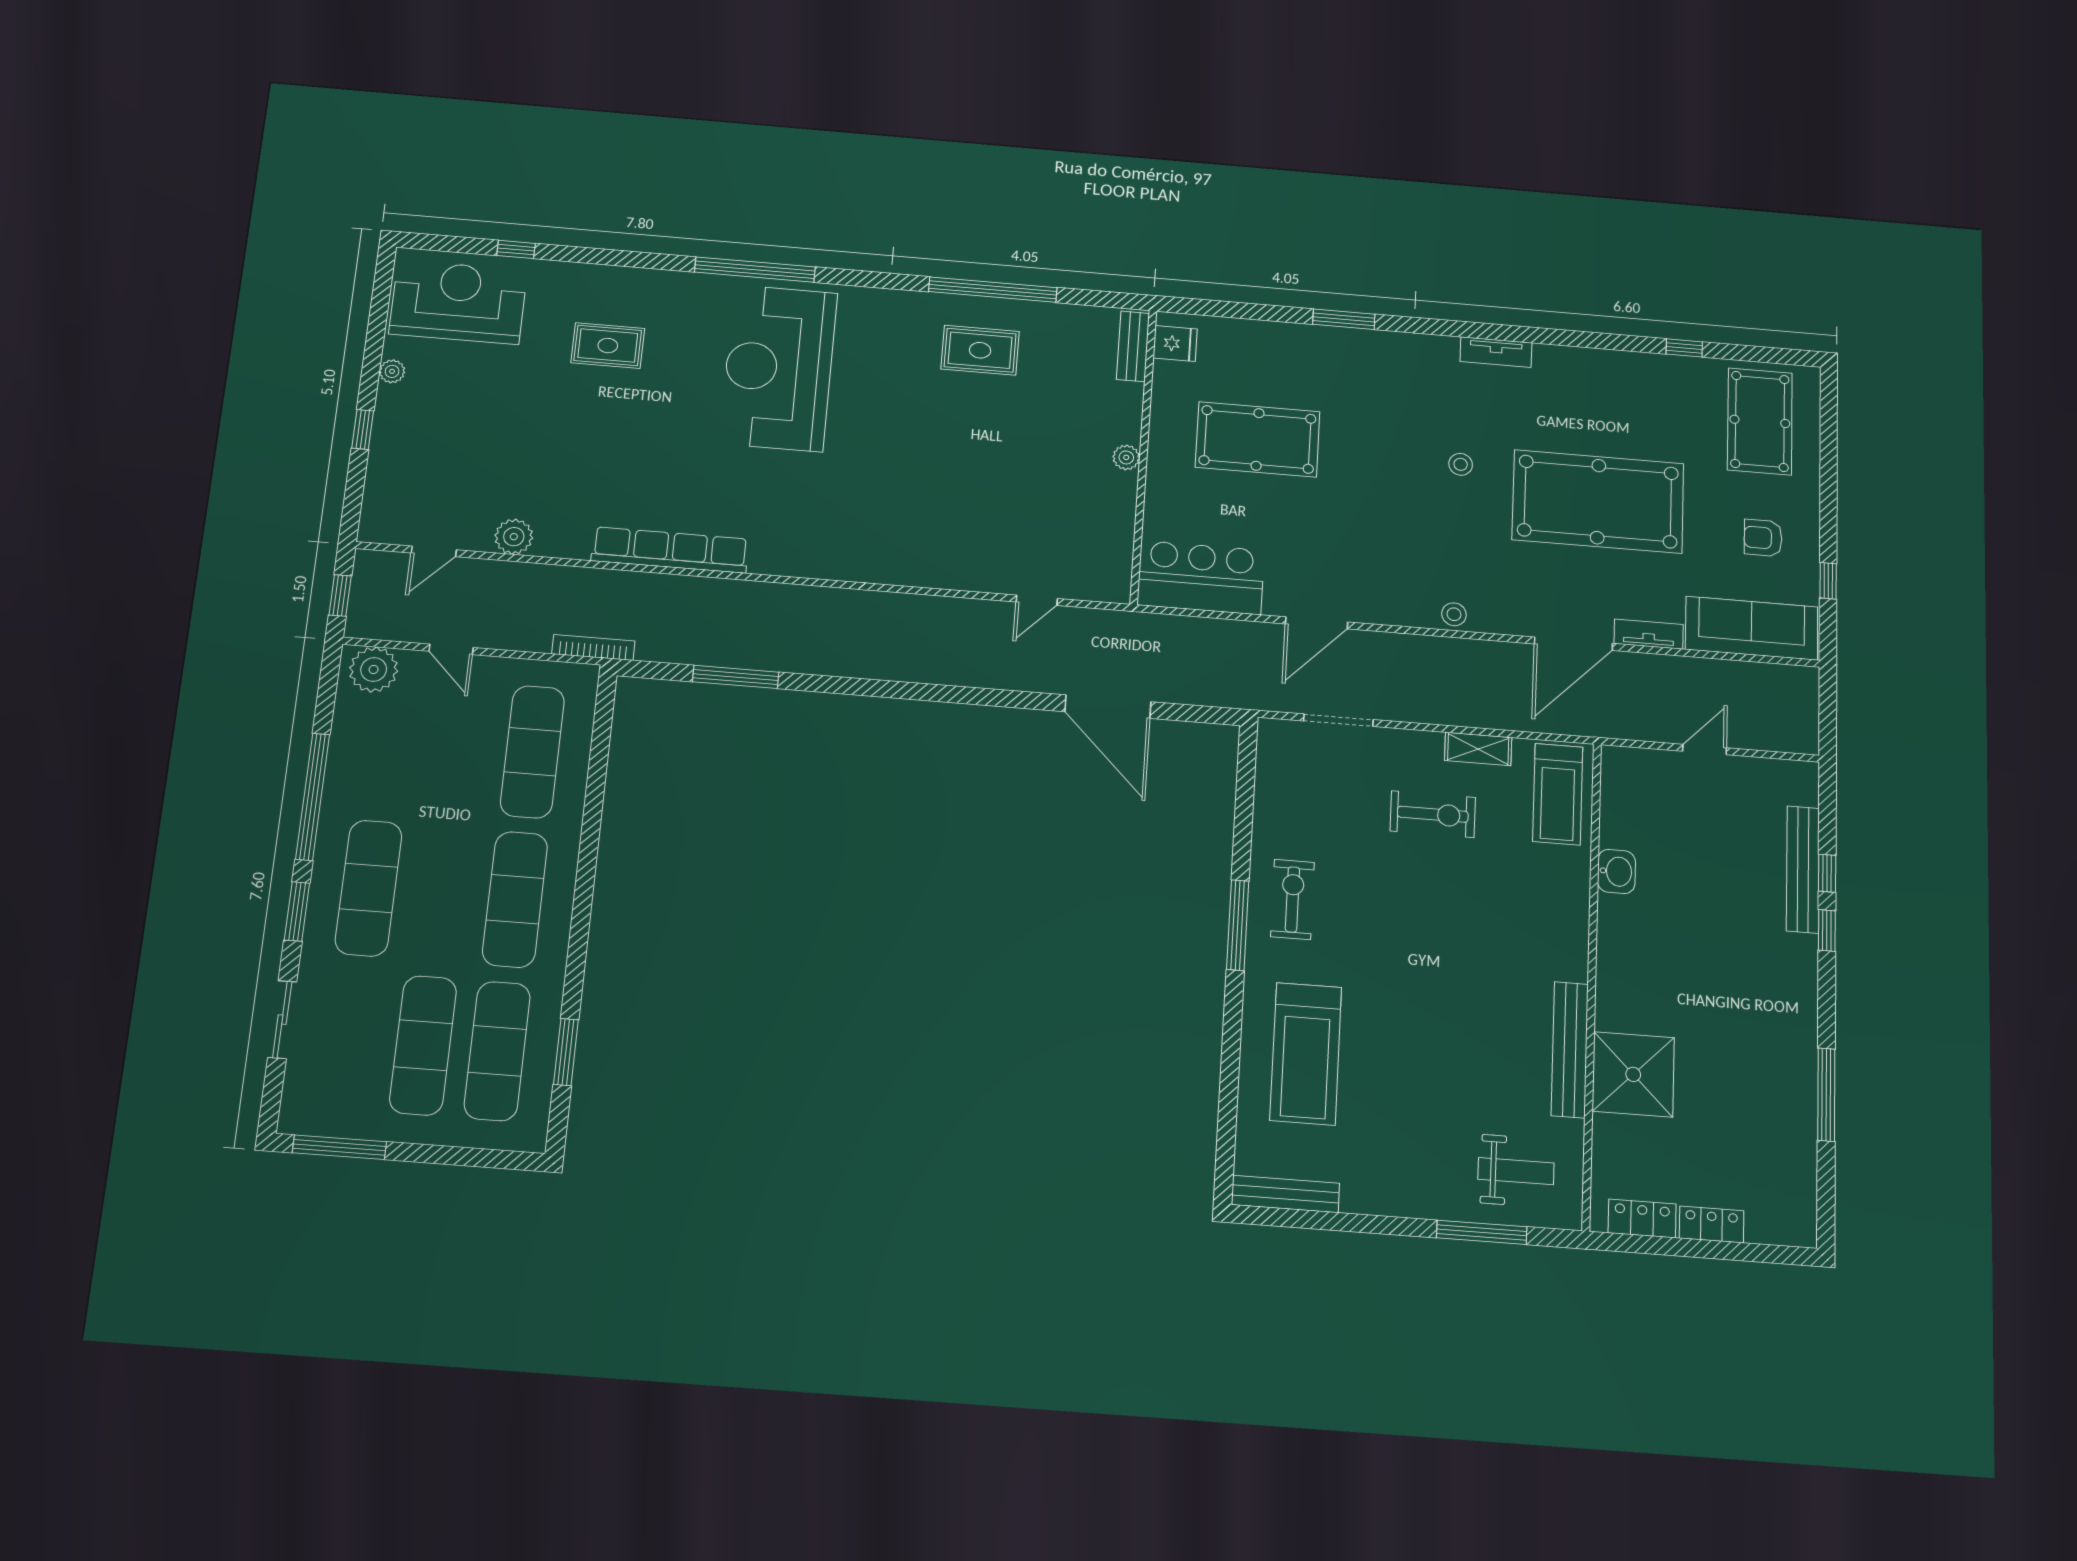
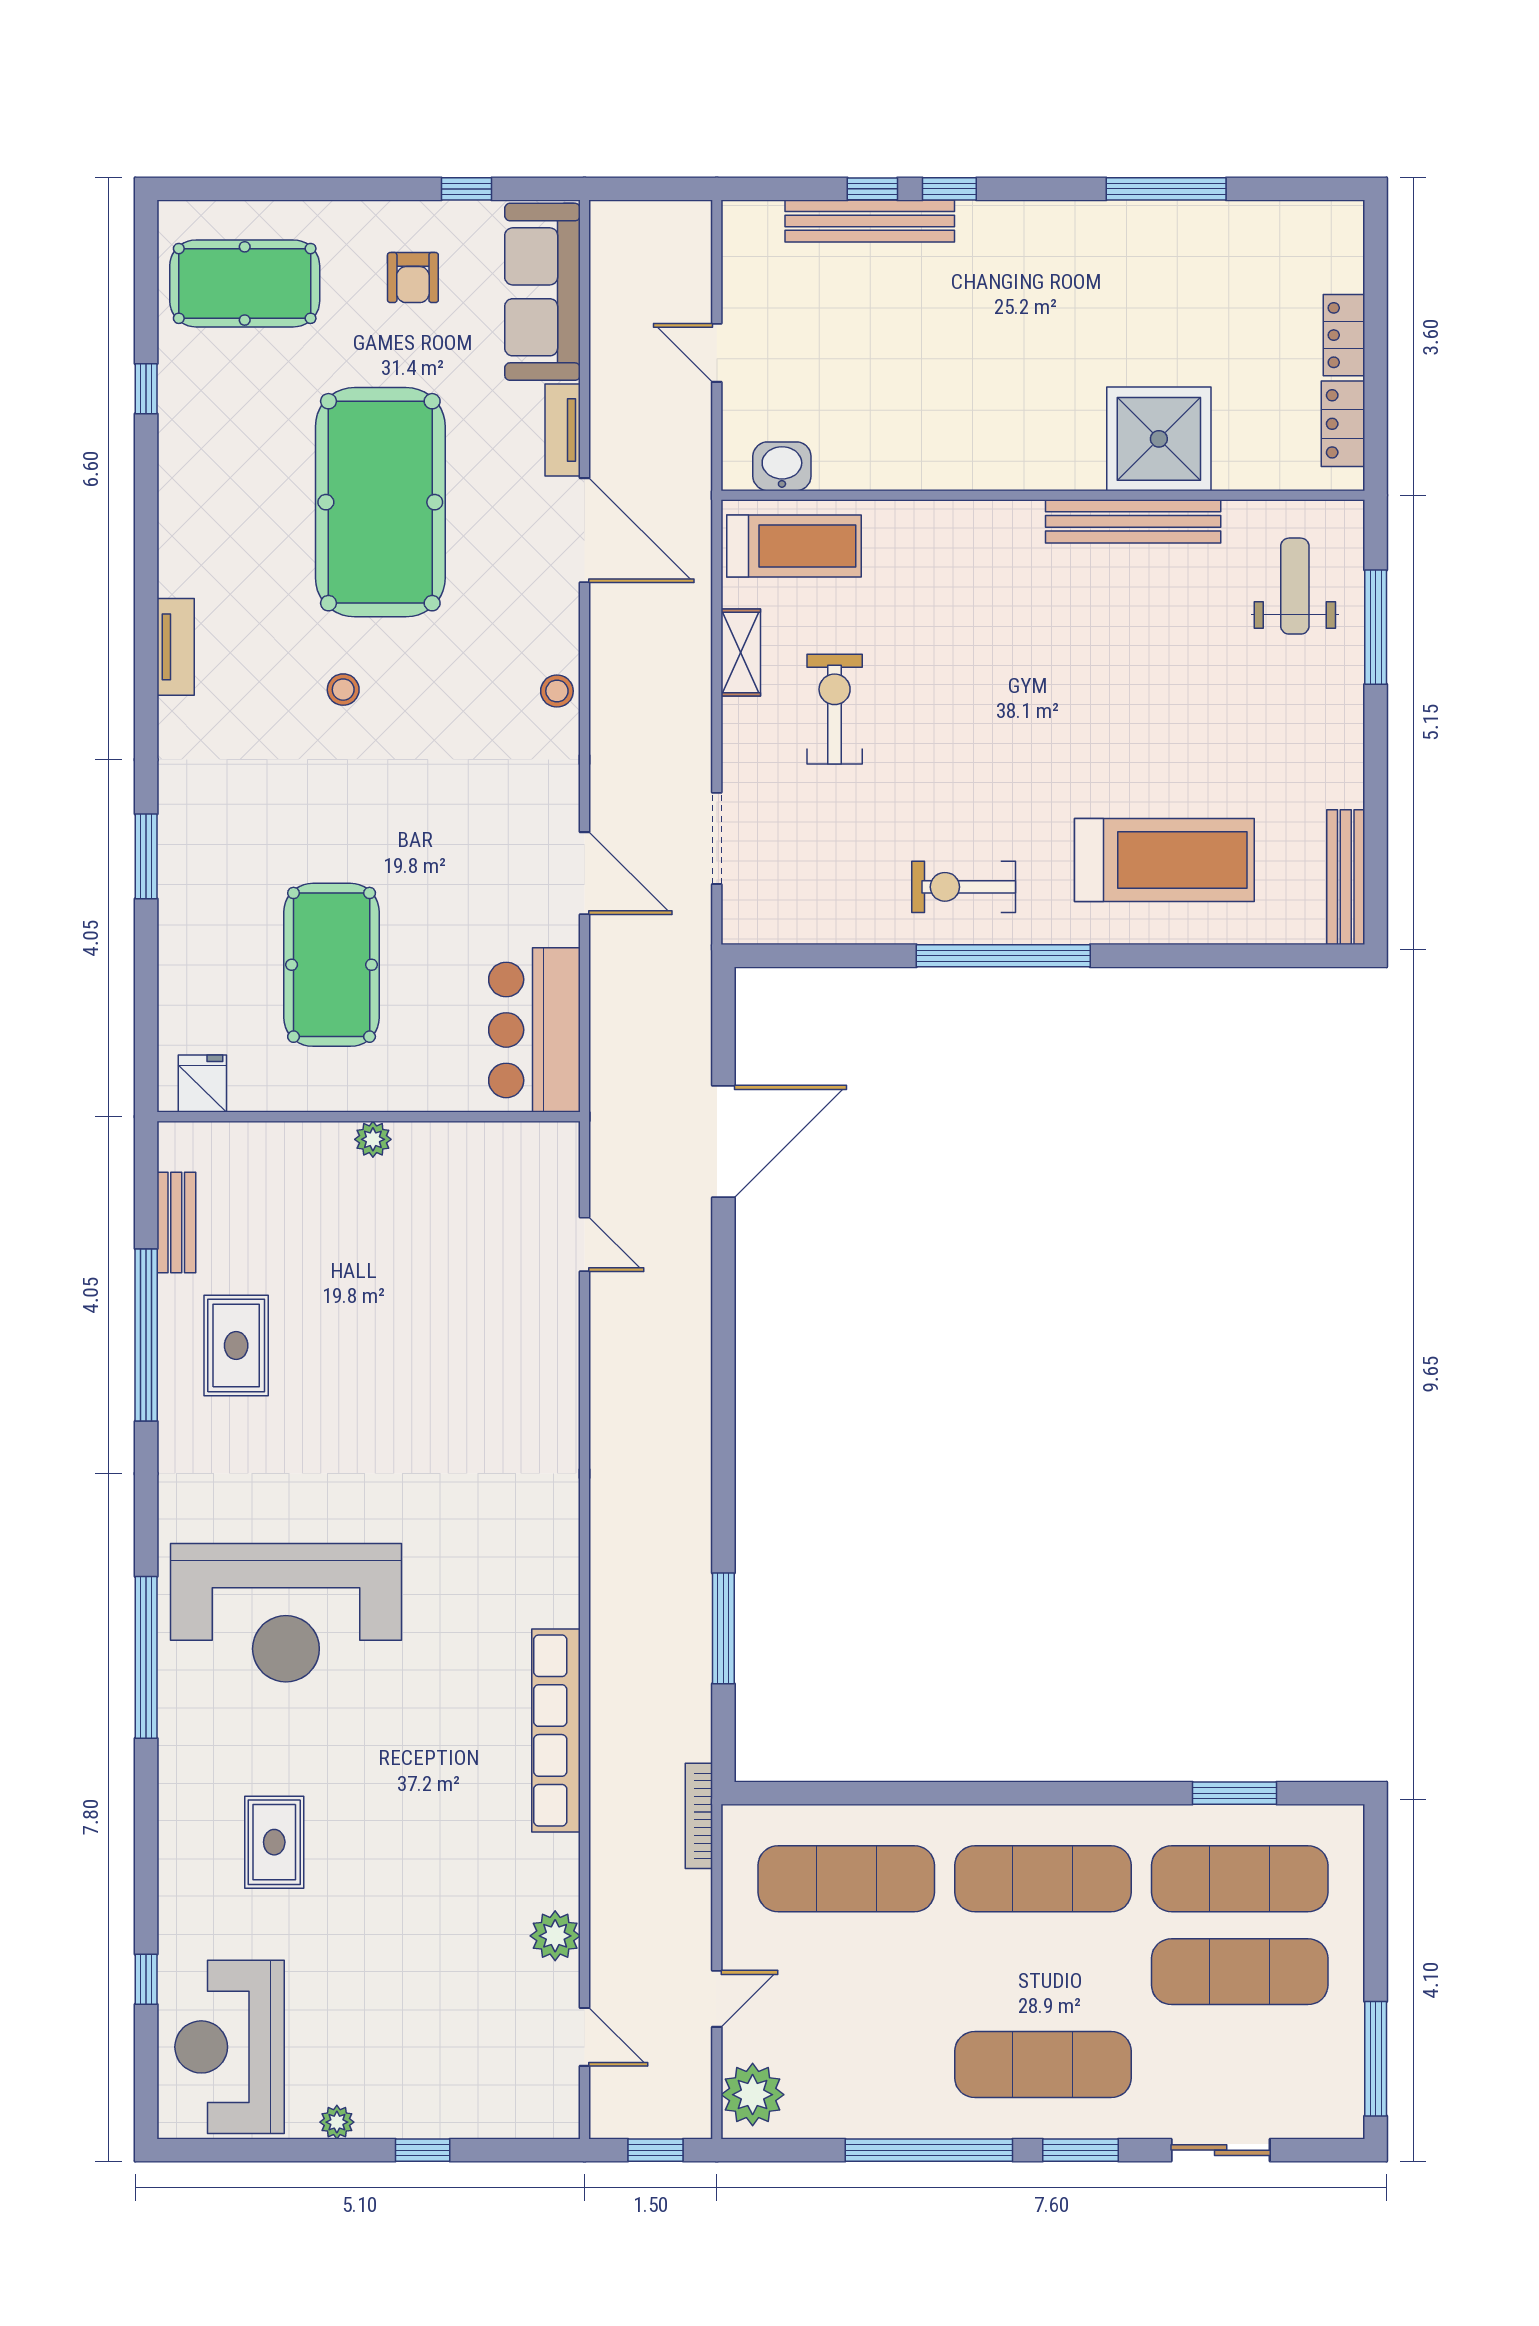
bench: (1133, 346) -> (176, 1223), moved, turned 90
washbasin: (1616, 871) -> (782, 466), moved
window: (1238, 925) -> (1003, 956), width x1.46

